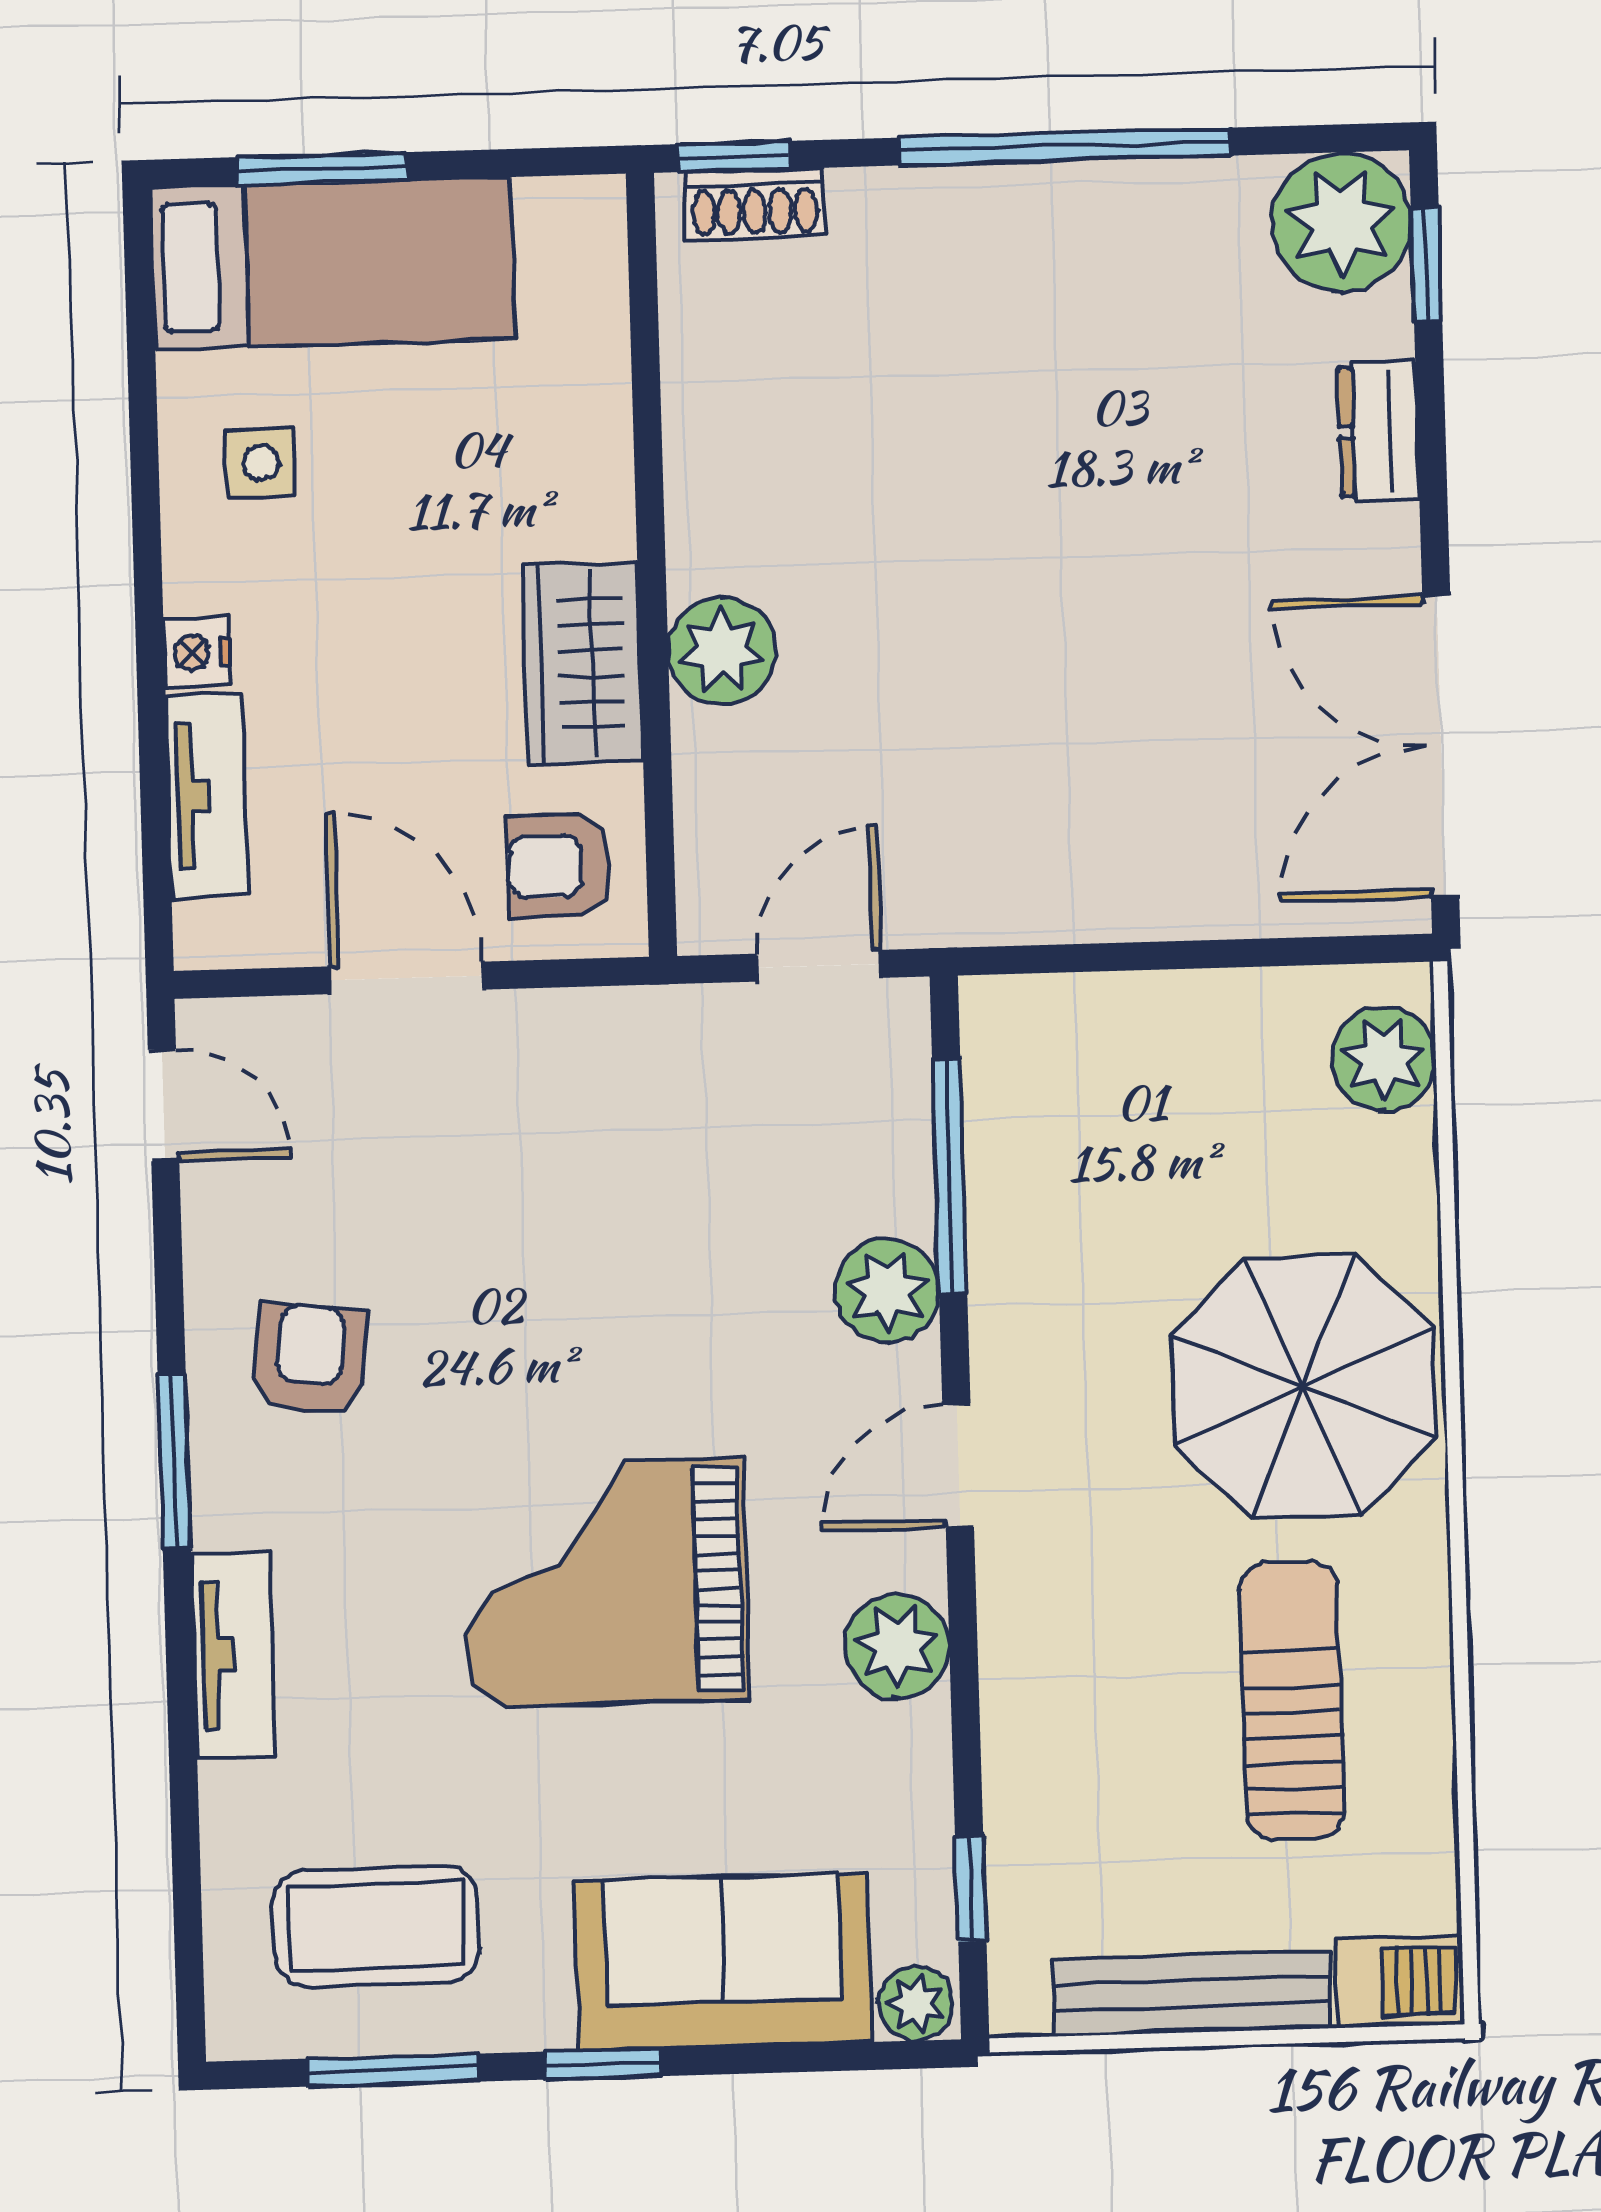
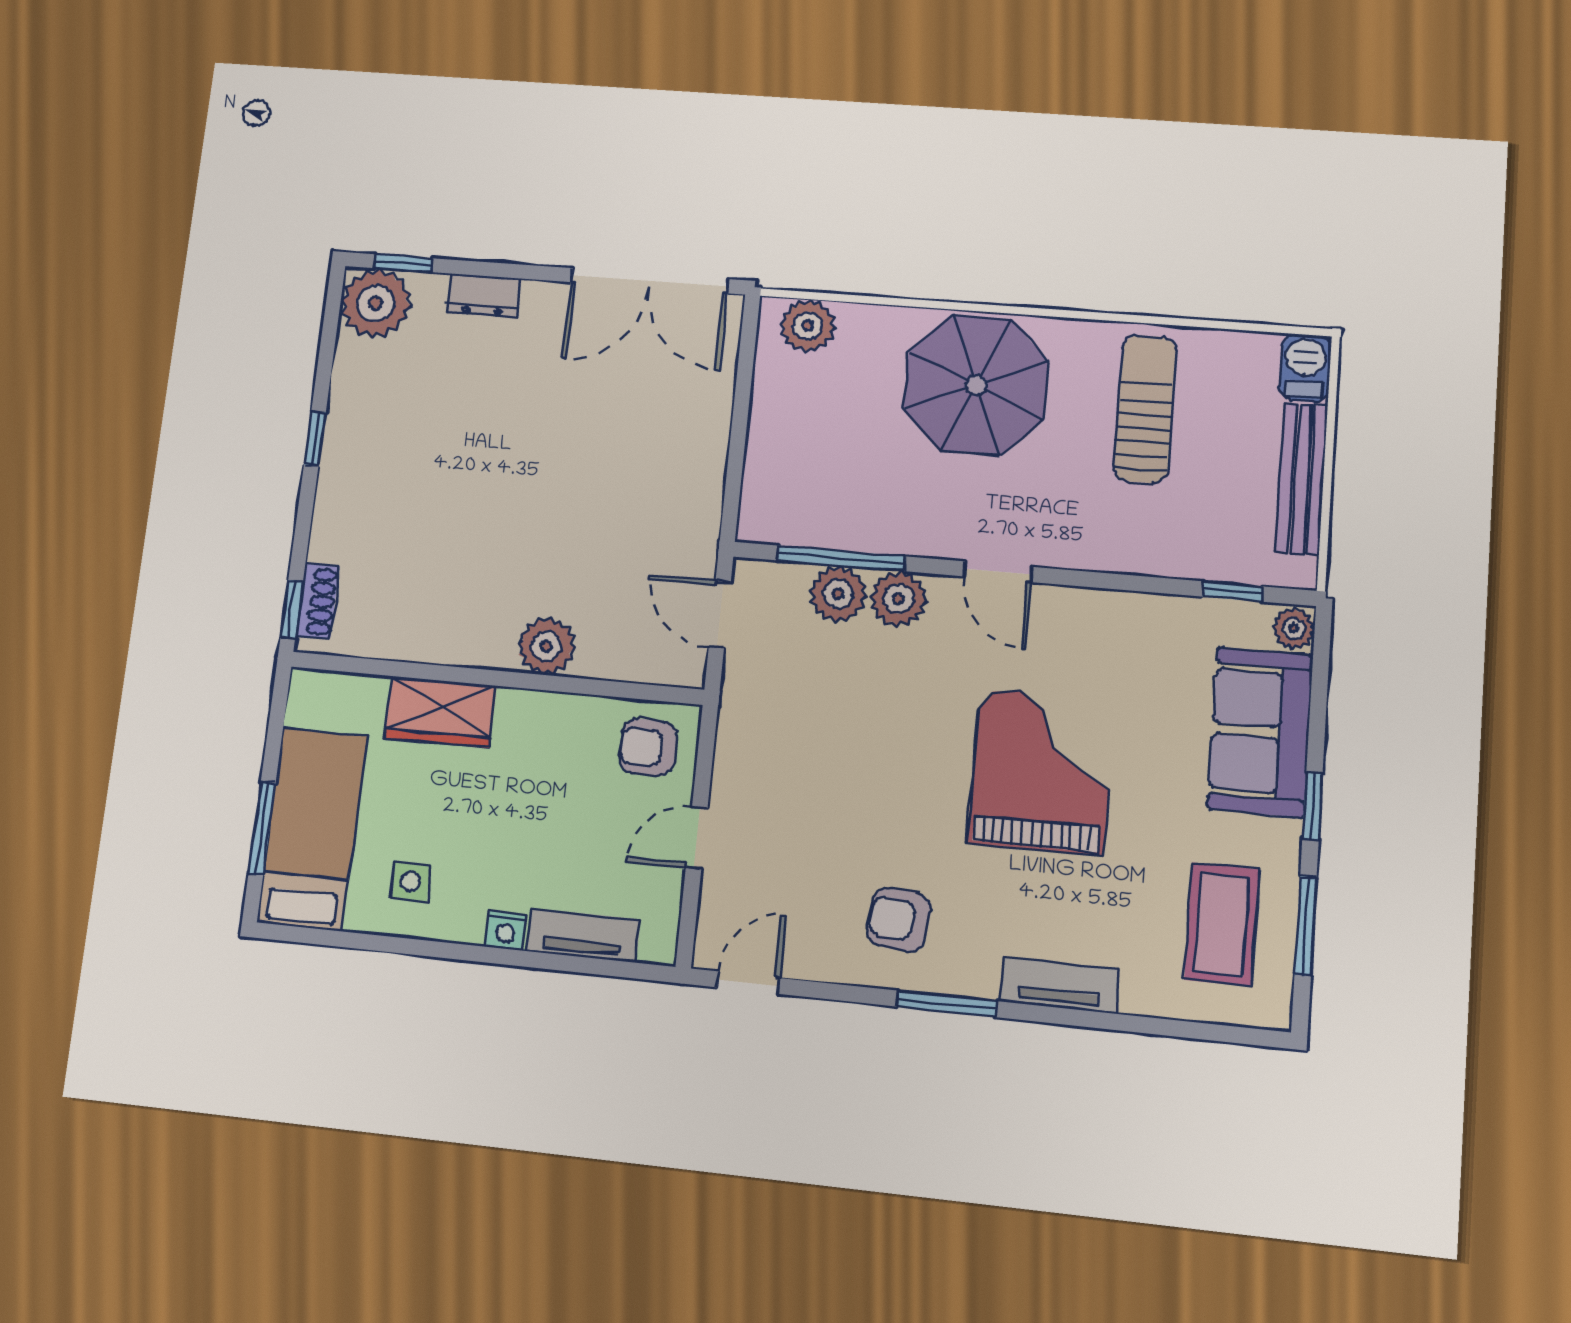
window: (1065, 147) -> (315, 438), width x0.32
wardrobe: (582, 663) -> (440, 712), moved
armchair: (559, 866) -> (648, 747), turned 90
door: (407, 978) -> (697, 838), width x0.73
grand piano: (605, 1582) -> (1041, 771), turned 180
plant: (897, 1646) -> (838, 594), moved
sun lounger: (1292, 1700) -> (1145, 409), turned 90

